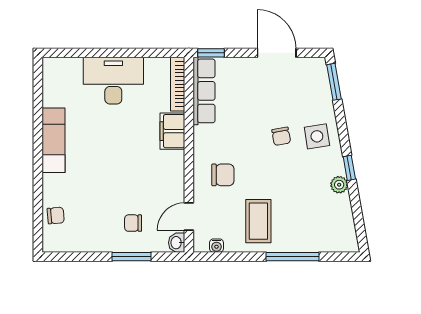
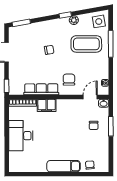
row of seats: (204, 91) -> (41, 89), moved
side table: (317, 136) -> (99, 21), moved
exam couch: (54, 140) -> (64, 166), moved
door: (189, 216) -> (90, 97), swing flipped
coffee table: (258, 221) -> (86, 44), moved, width x1.36, depth x1.32

